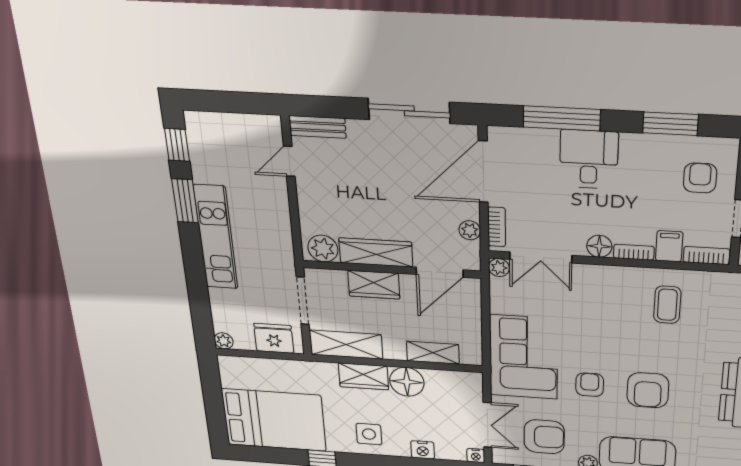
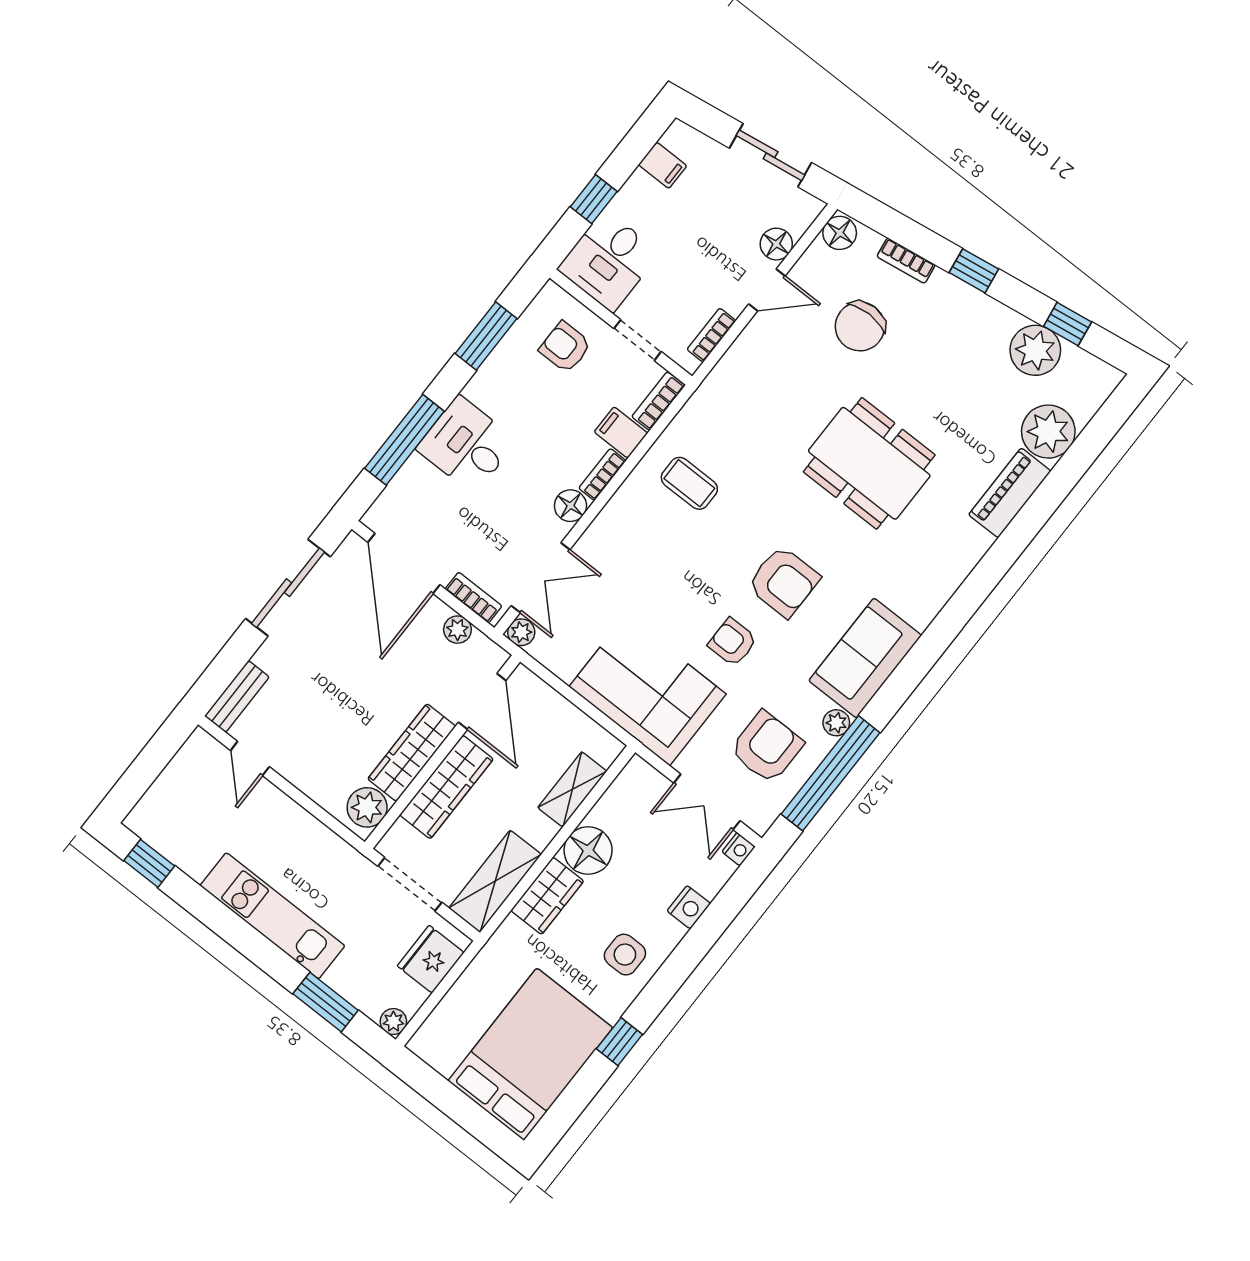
window: (185, 201) -> (326, 1002), moved
wardrobe: (374, 285) -> (446, 787), width x1.50
double door: (488, 425) -> (707, 802), swing flipped

